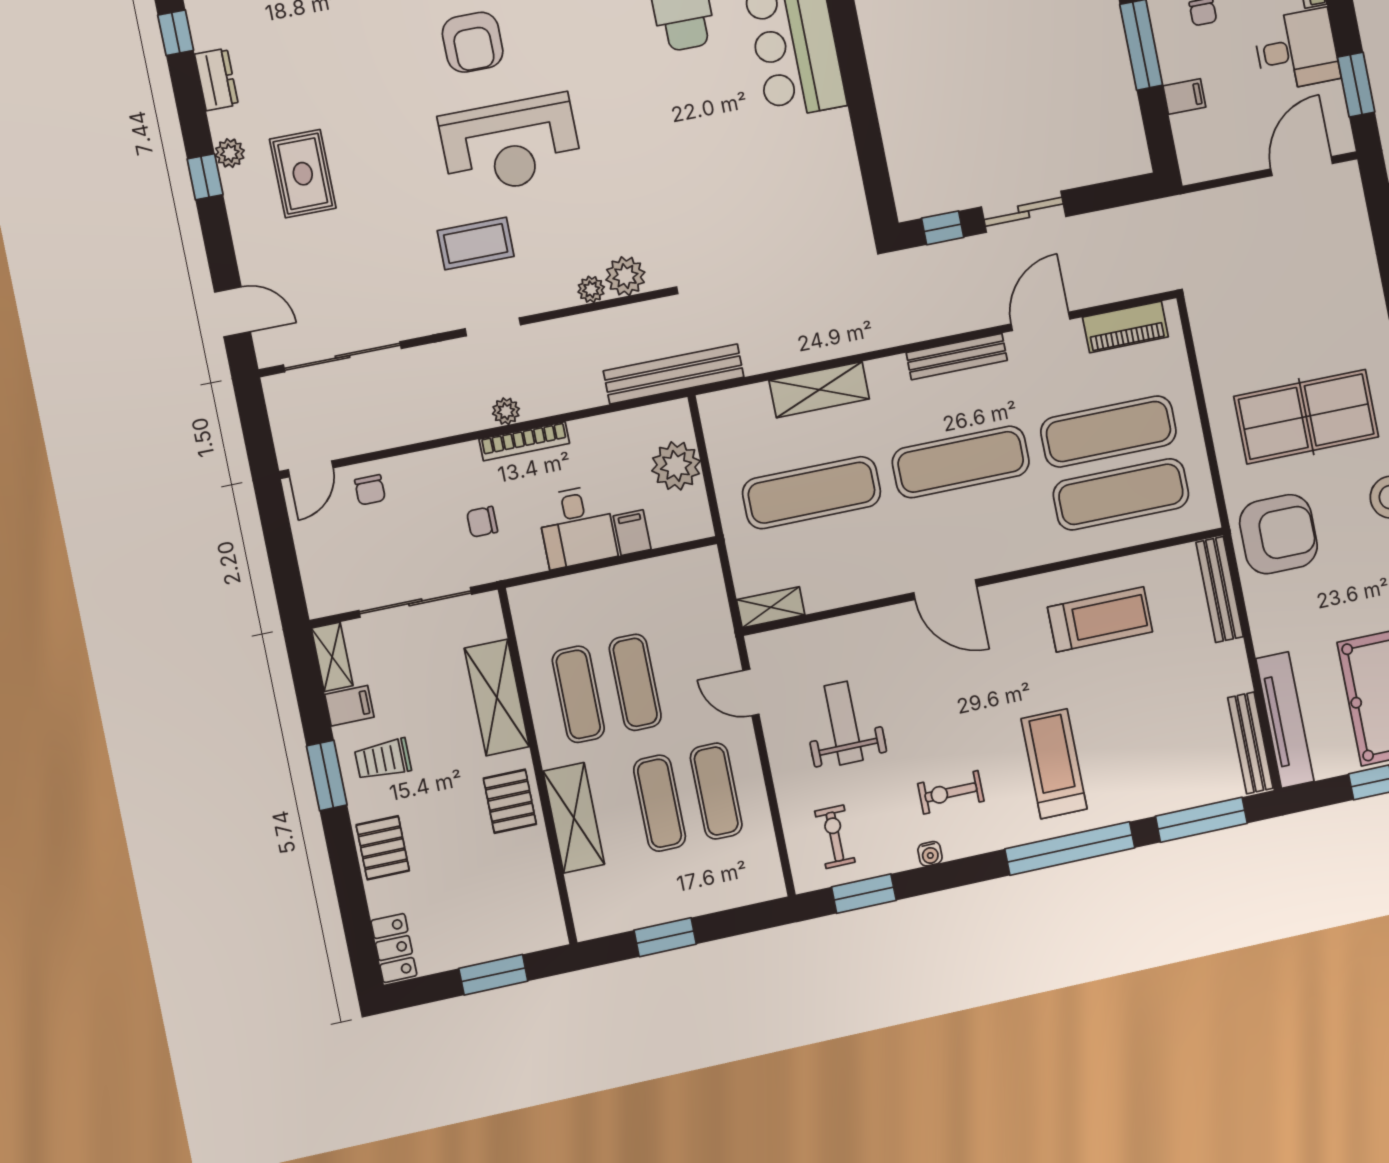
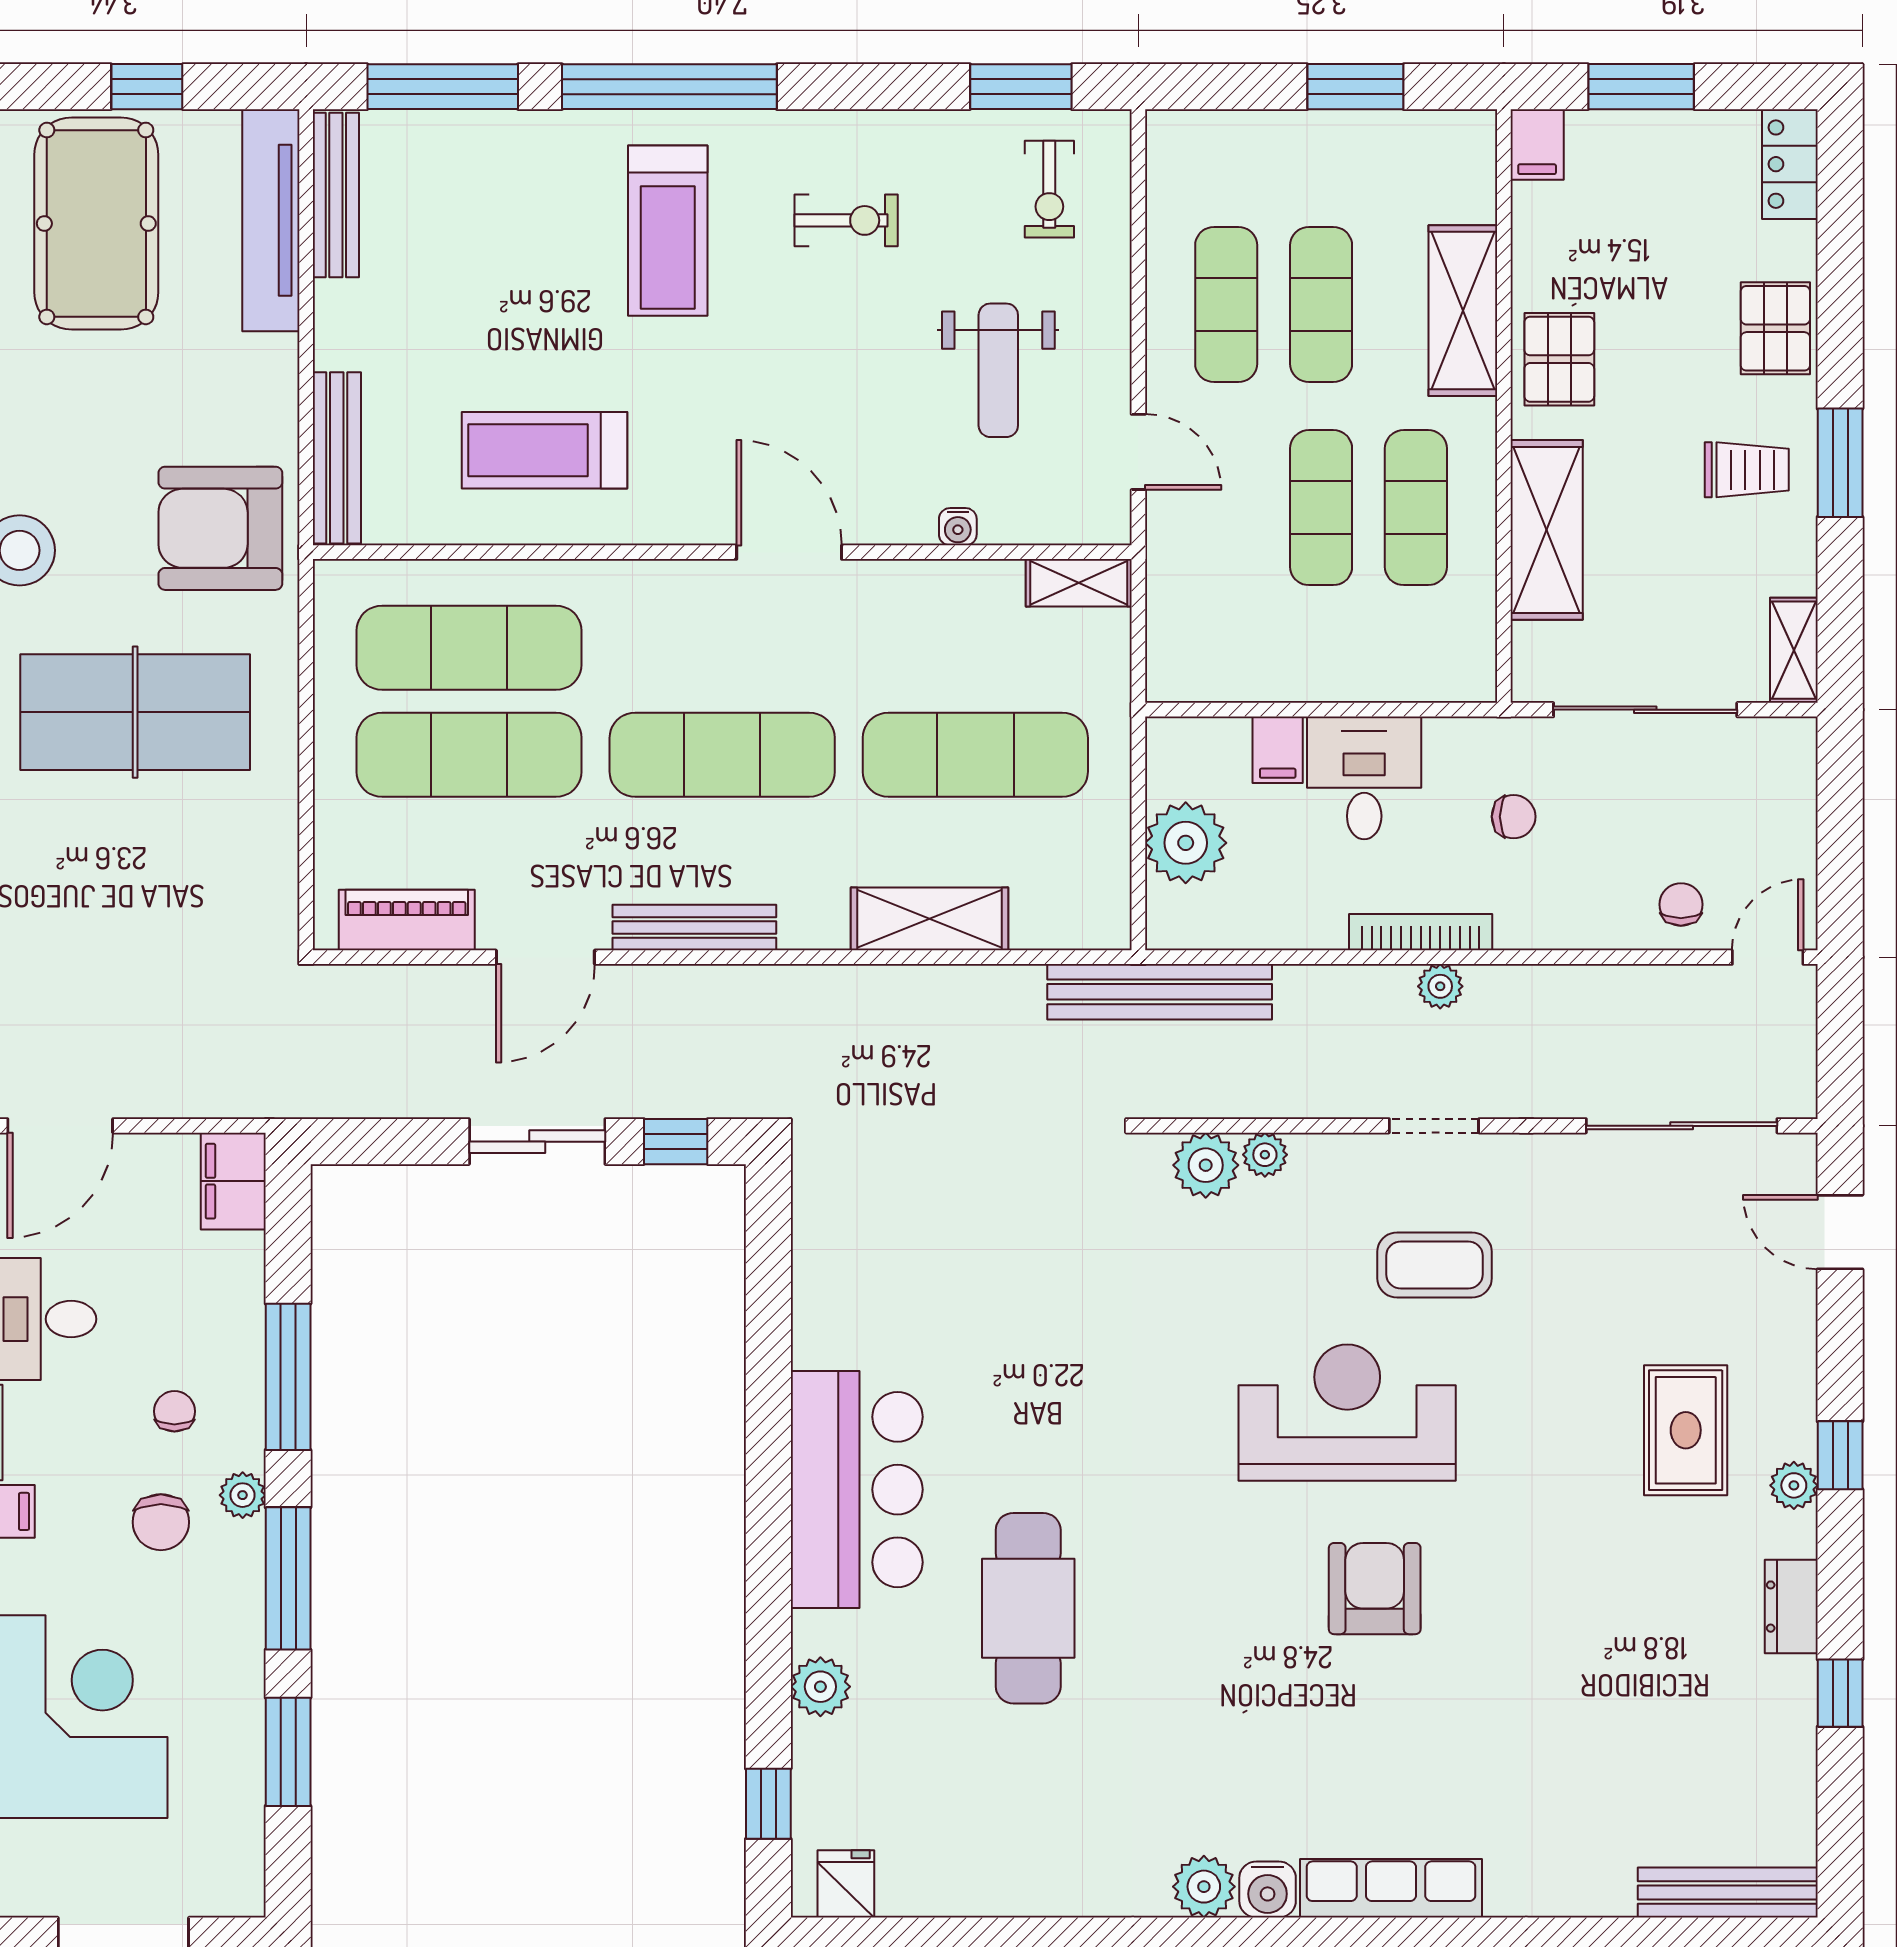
filing cabinet: (1184, 96) -> (233, 1181), moved, width x2.00
filing cabinet: (349, 706) -> (1537, 144), moved, turned -90
water cooler: (930, 854) -> (958, 527), moved, turned 180

